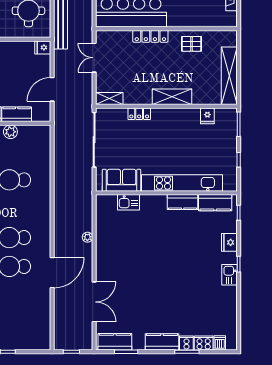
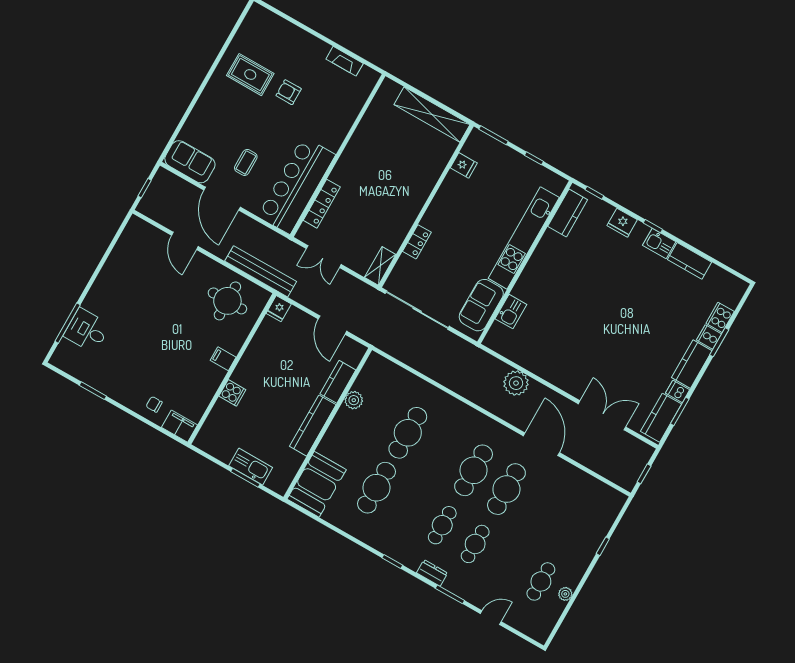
locker: (150, 36) -> (322, 204), moved
pallet: (191, 44) -> (371, 137), removed
shelving: (172, 97) -> (419, 193), removed
kitchen counter: (183, 202) -> (689, 261), moved, turned 90
plant: (87, 237) -> (516, 383), width x1.88, depth x1.88
dishwasher: (220, 343) -> (678, 391), moved

